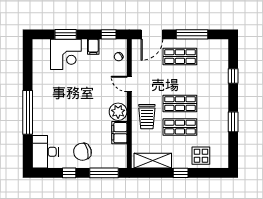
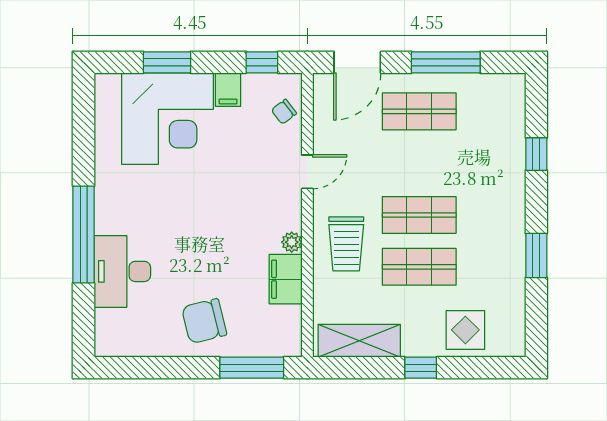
corner desk: (66, 54) -> (167, 119), width x1.36, depth x1.36
door: (129, 84) -> (307, 172), swing flipped
plant: (118, 112) -> (292, 242), width x0.53, depth x0.53
desk: (45, 152) -> (122, 271), moved
window: (69, 173) -> (175, 368), removed

